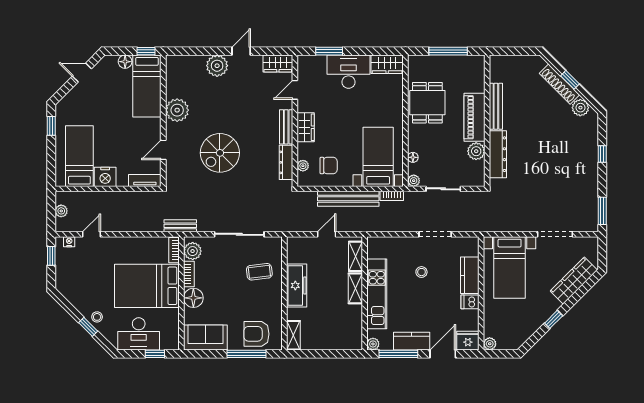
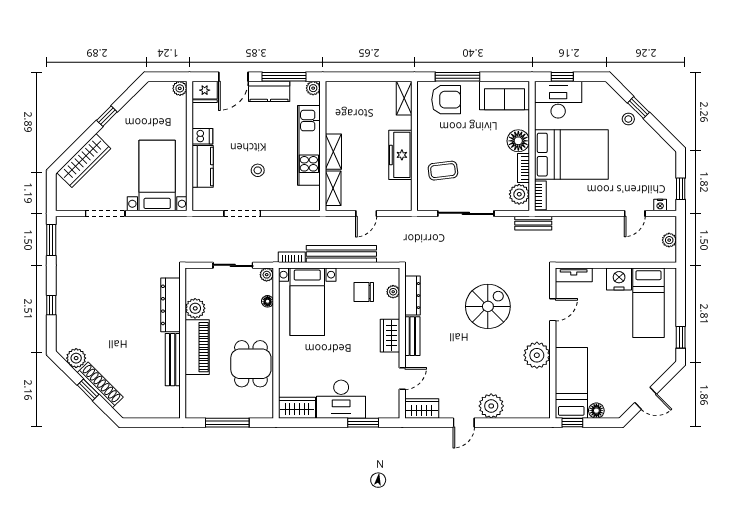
desk: (139, 334) -> (558, 100), moved

